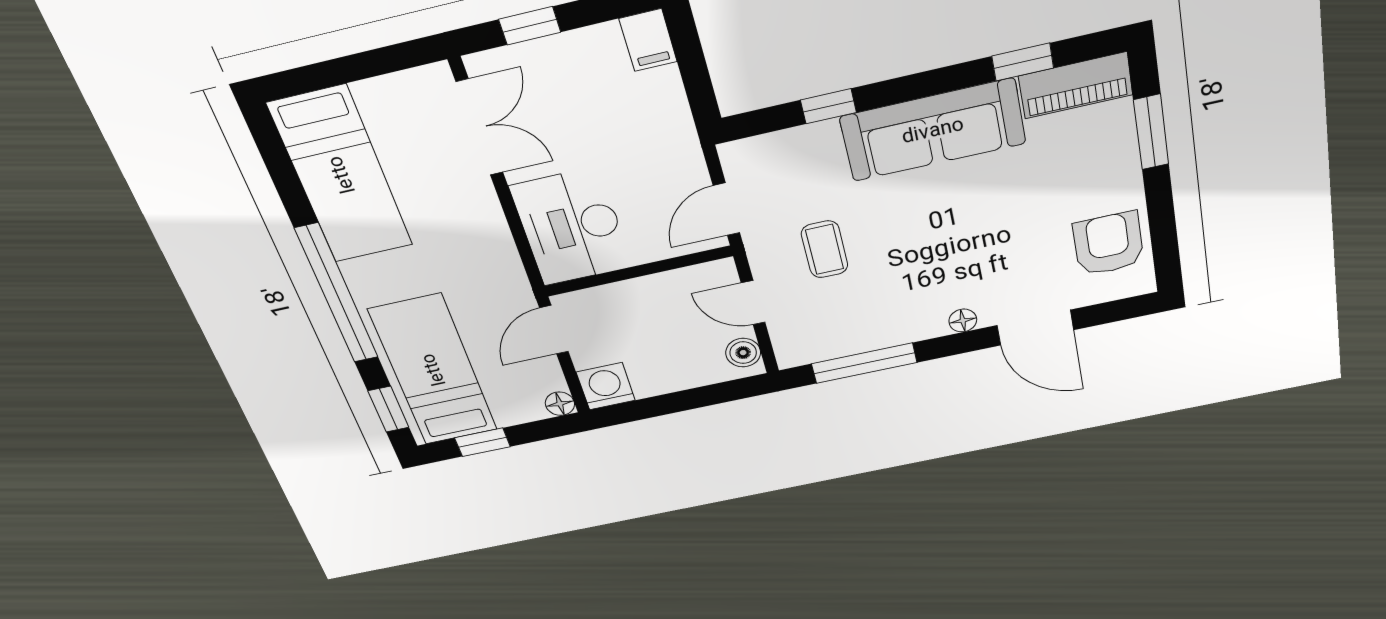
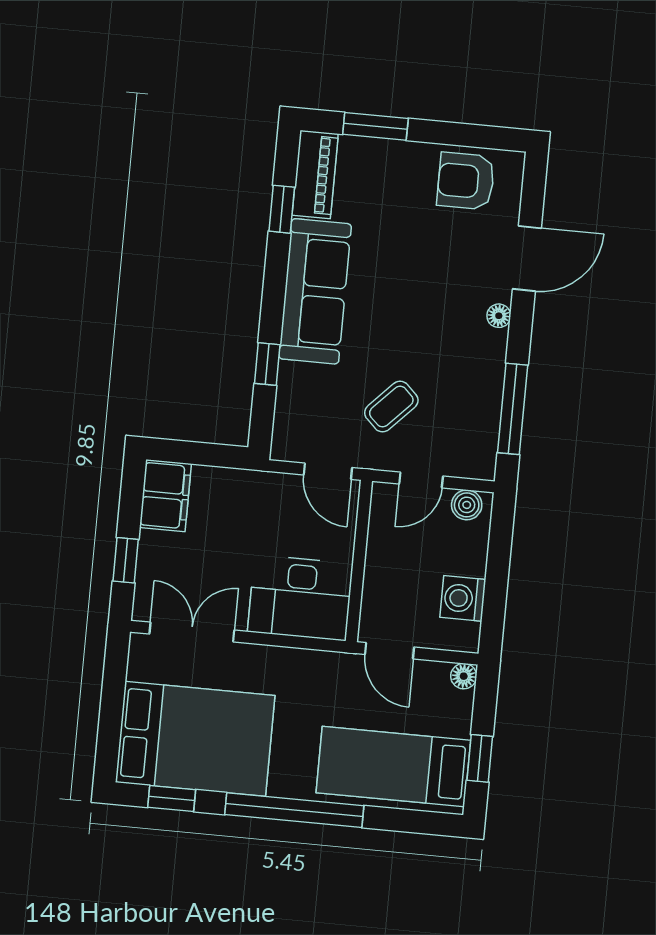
filing cabinet: (648, 40) -> (165, 496), width x2.00
bed: (341, 175) -> (195, 739), width x1.50
coffee table: (825, 249) -> (391, 407), turned -46
washing machine: (606, 386) -> (463, 598), moved
window: (388, 409) -> (172, 798), moved

